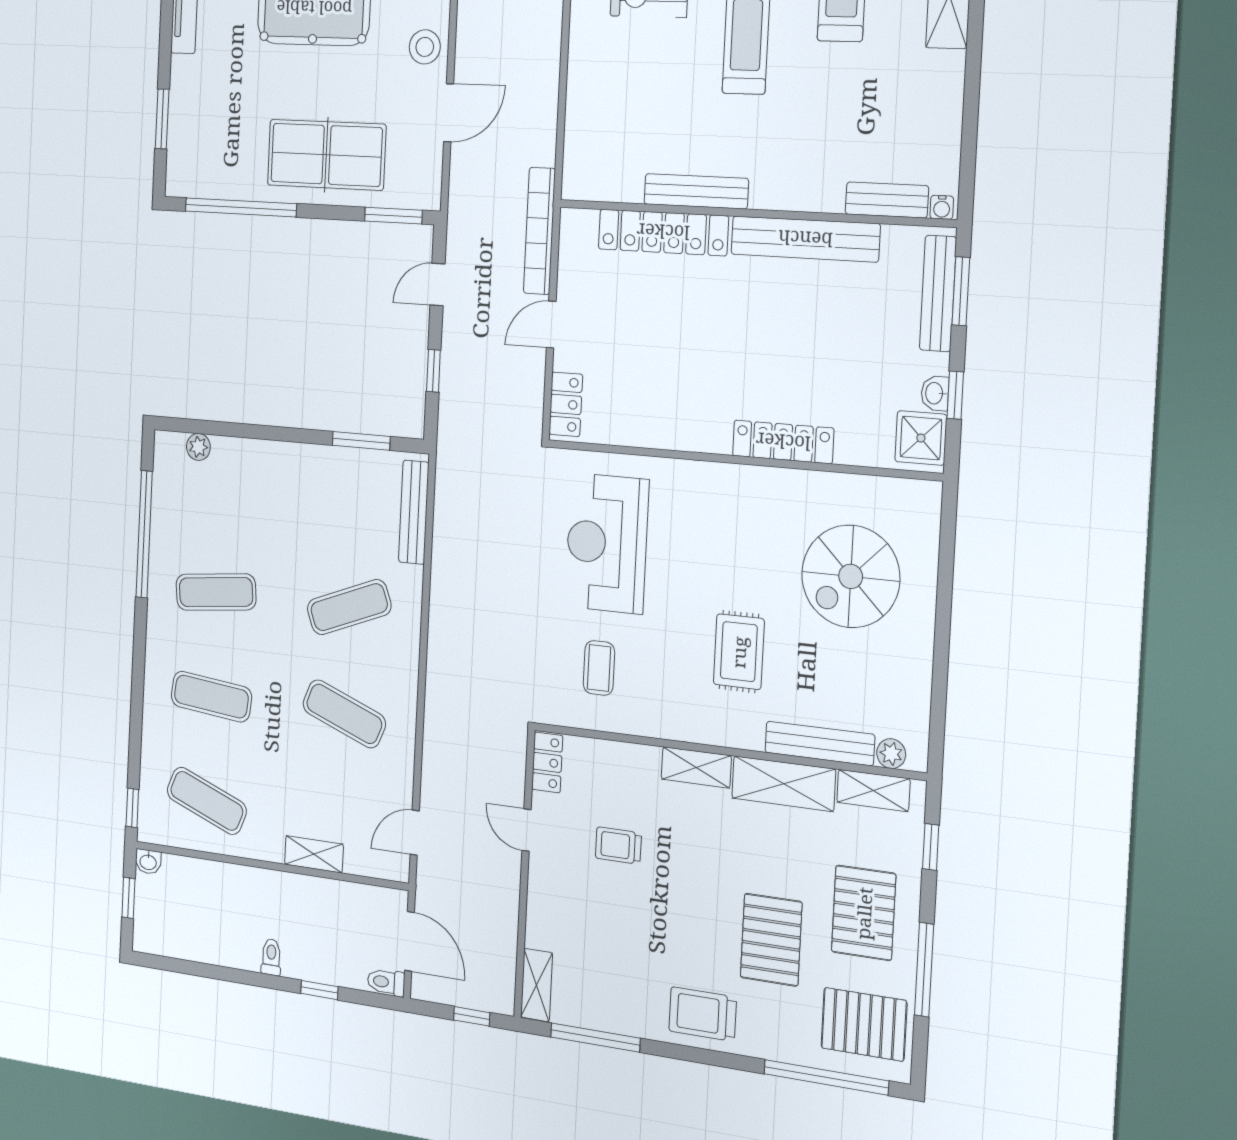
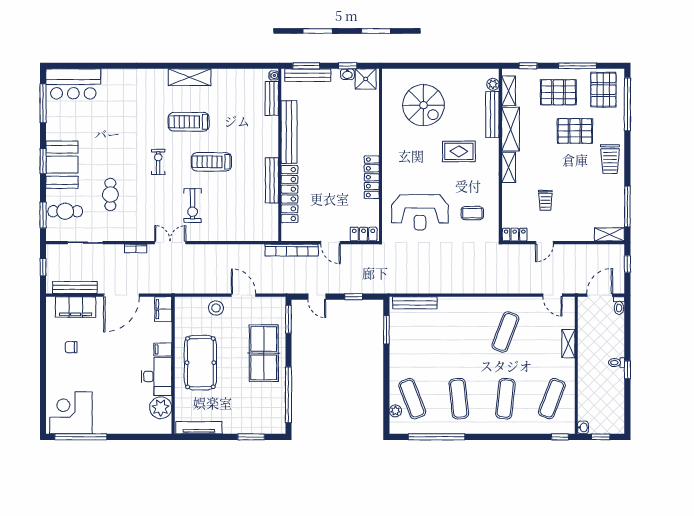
locker: (783, 442) -> (372, 177), moved
exercise mat: (349, 607) -> (412, 399), moved
window: (319, 990) -> (627, 370), moved

